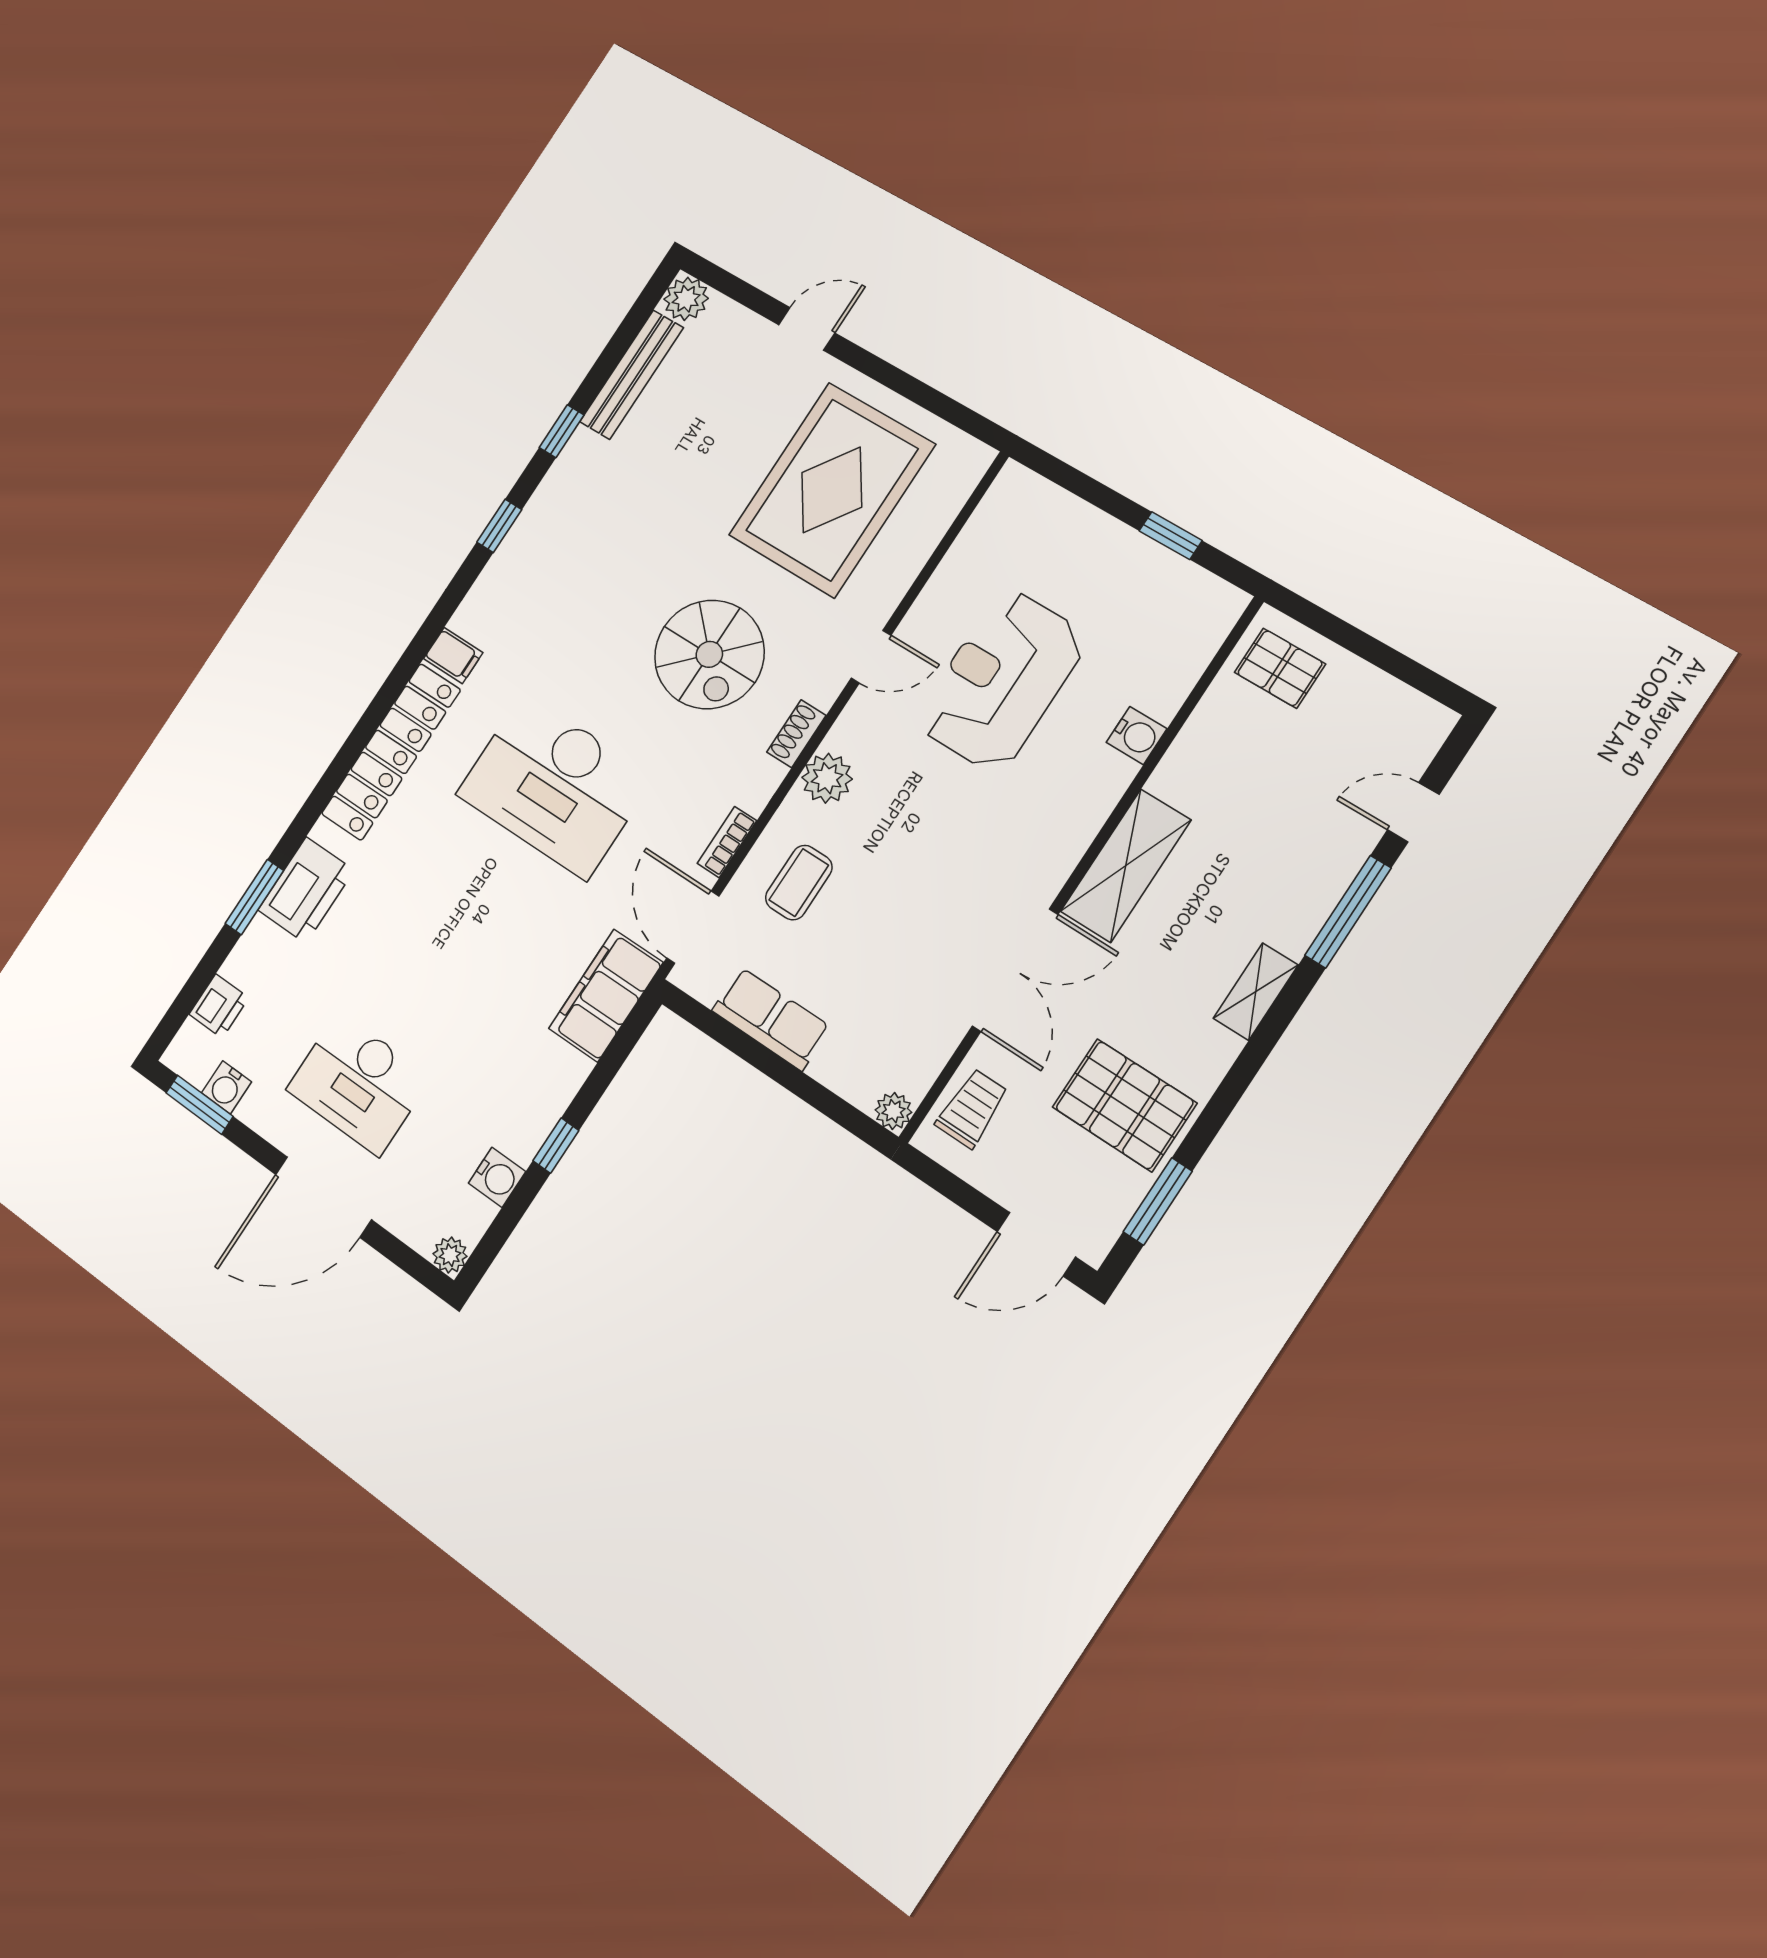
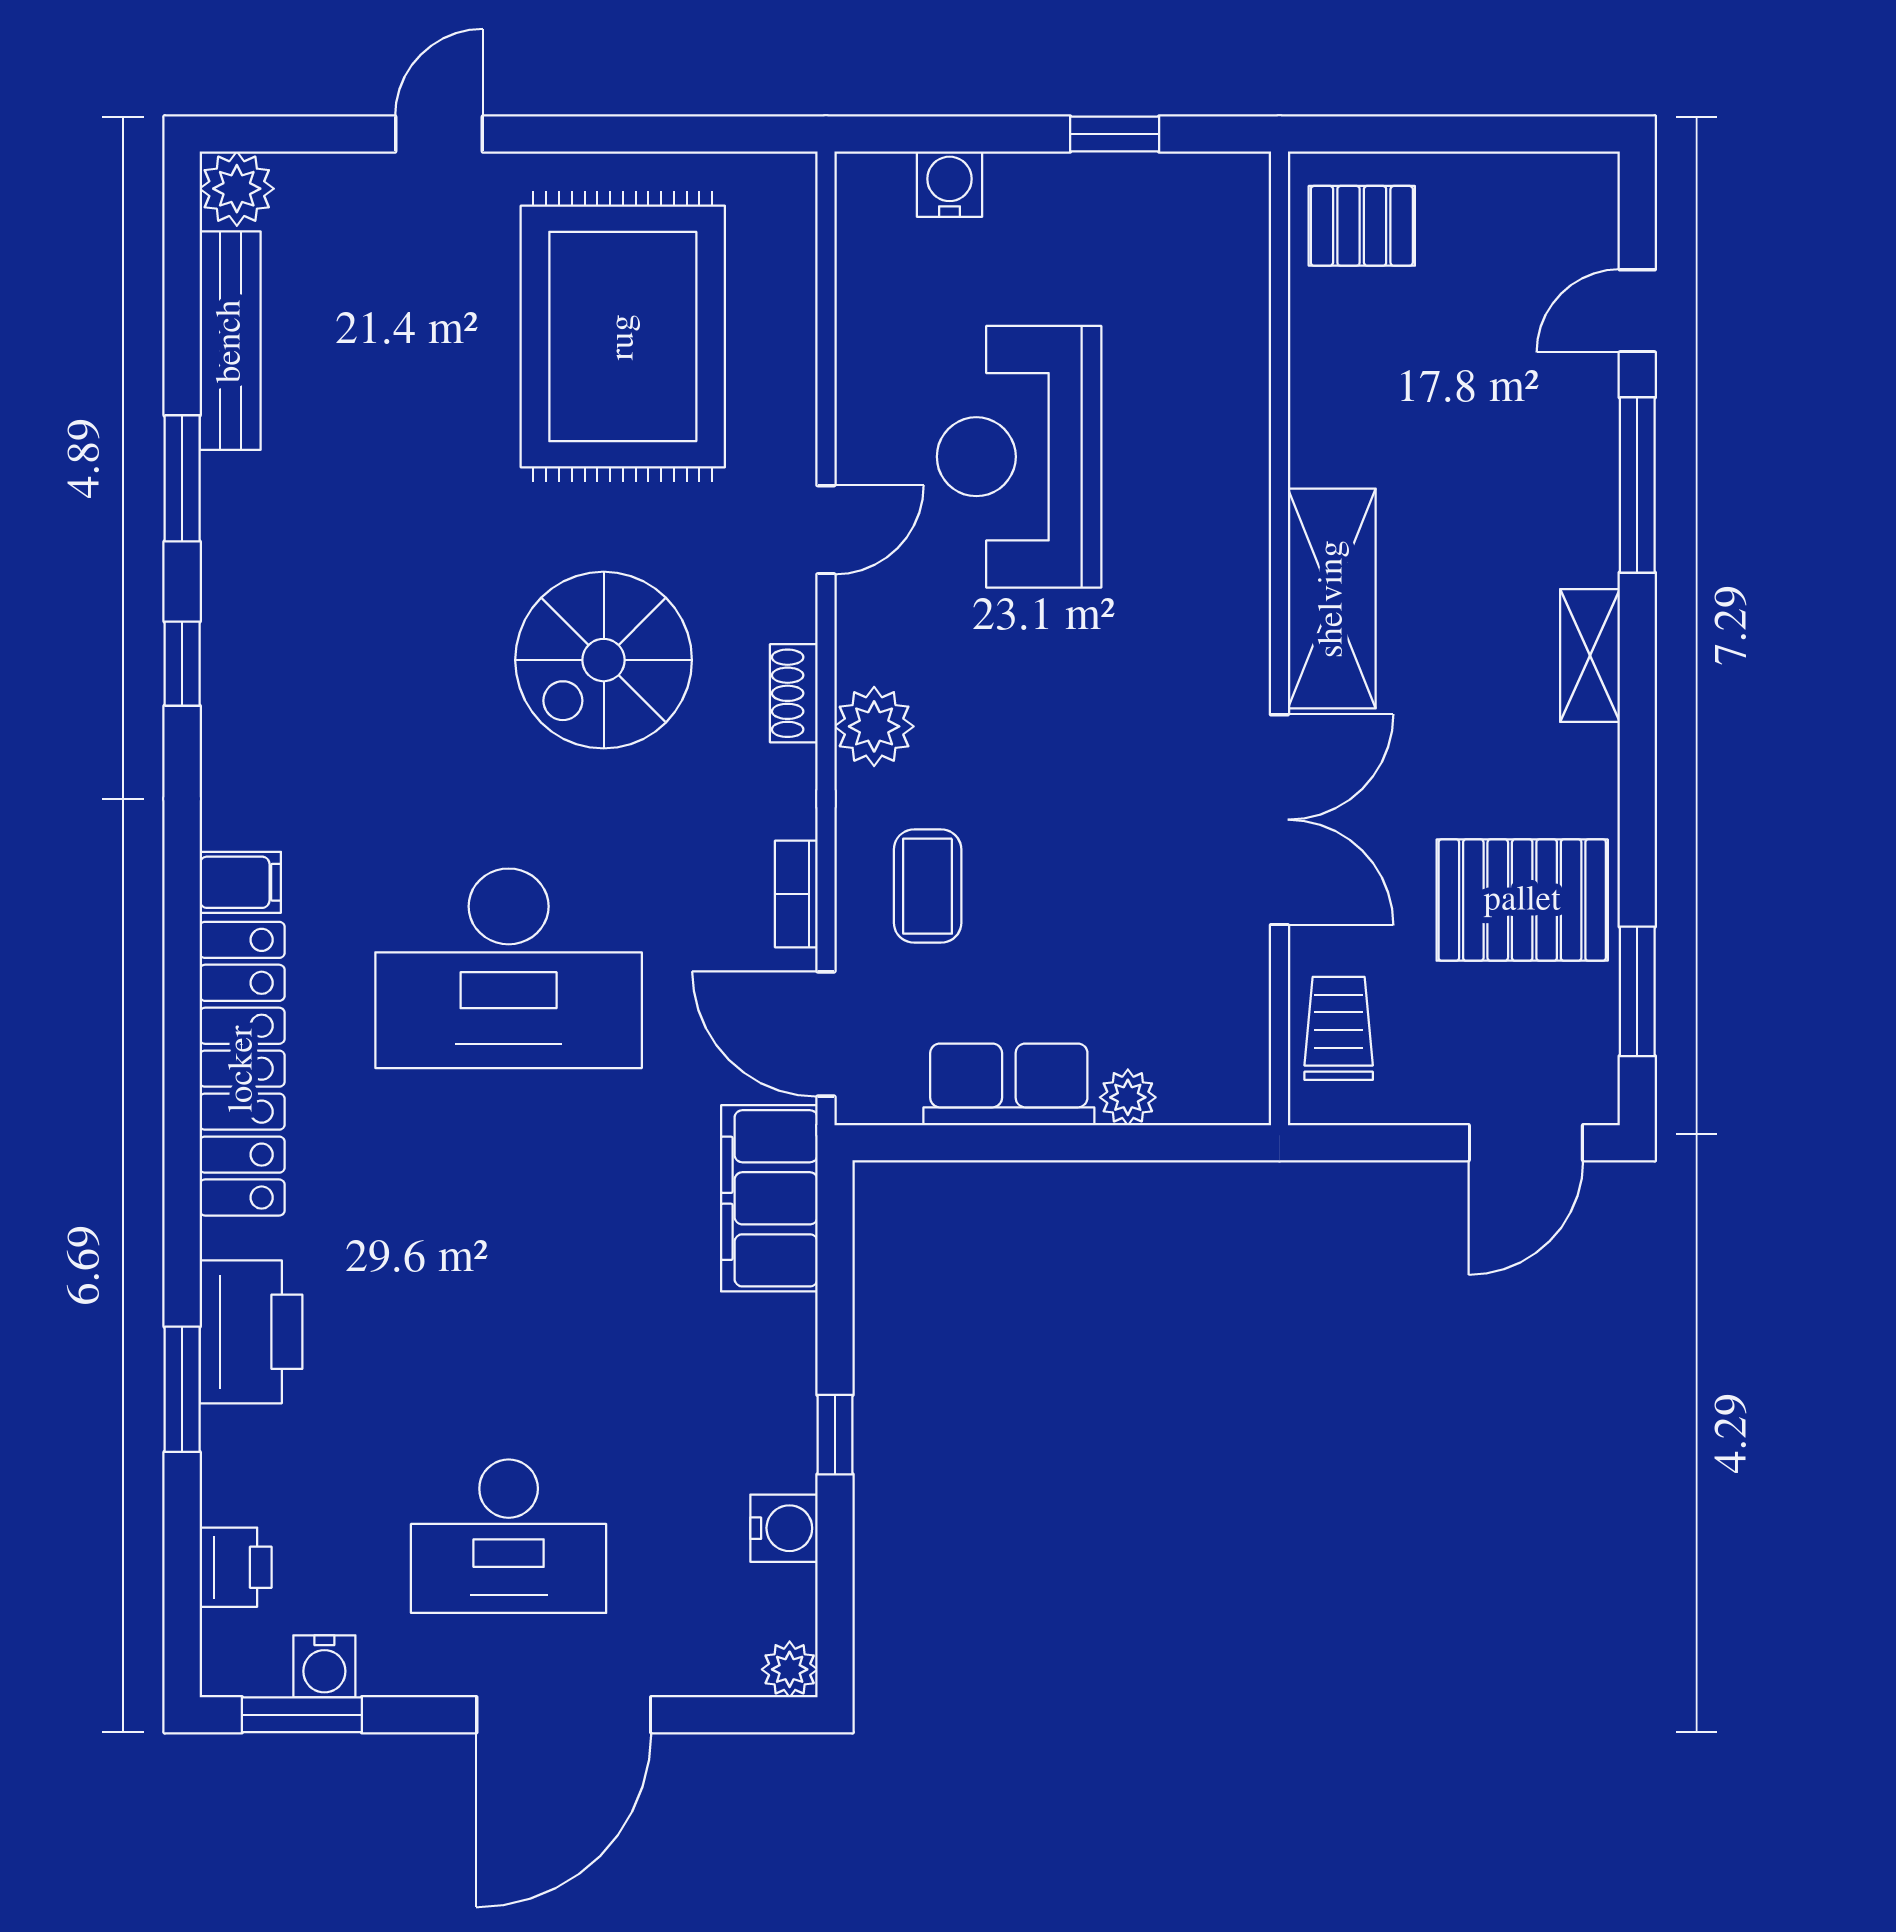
window: (562, 431) -> (182, 478), width x1.50
spiral stairs: (709, 654) -> (604, 660), turned 90
water cooler: (1137, 736) -> (950, 184), moved, turned -90
plant: (893, 1111) -> (1128, 1097), moved

